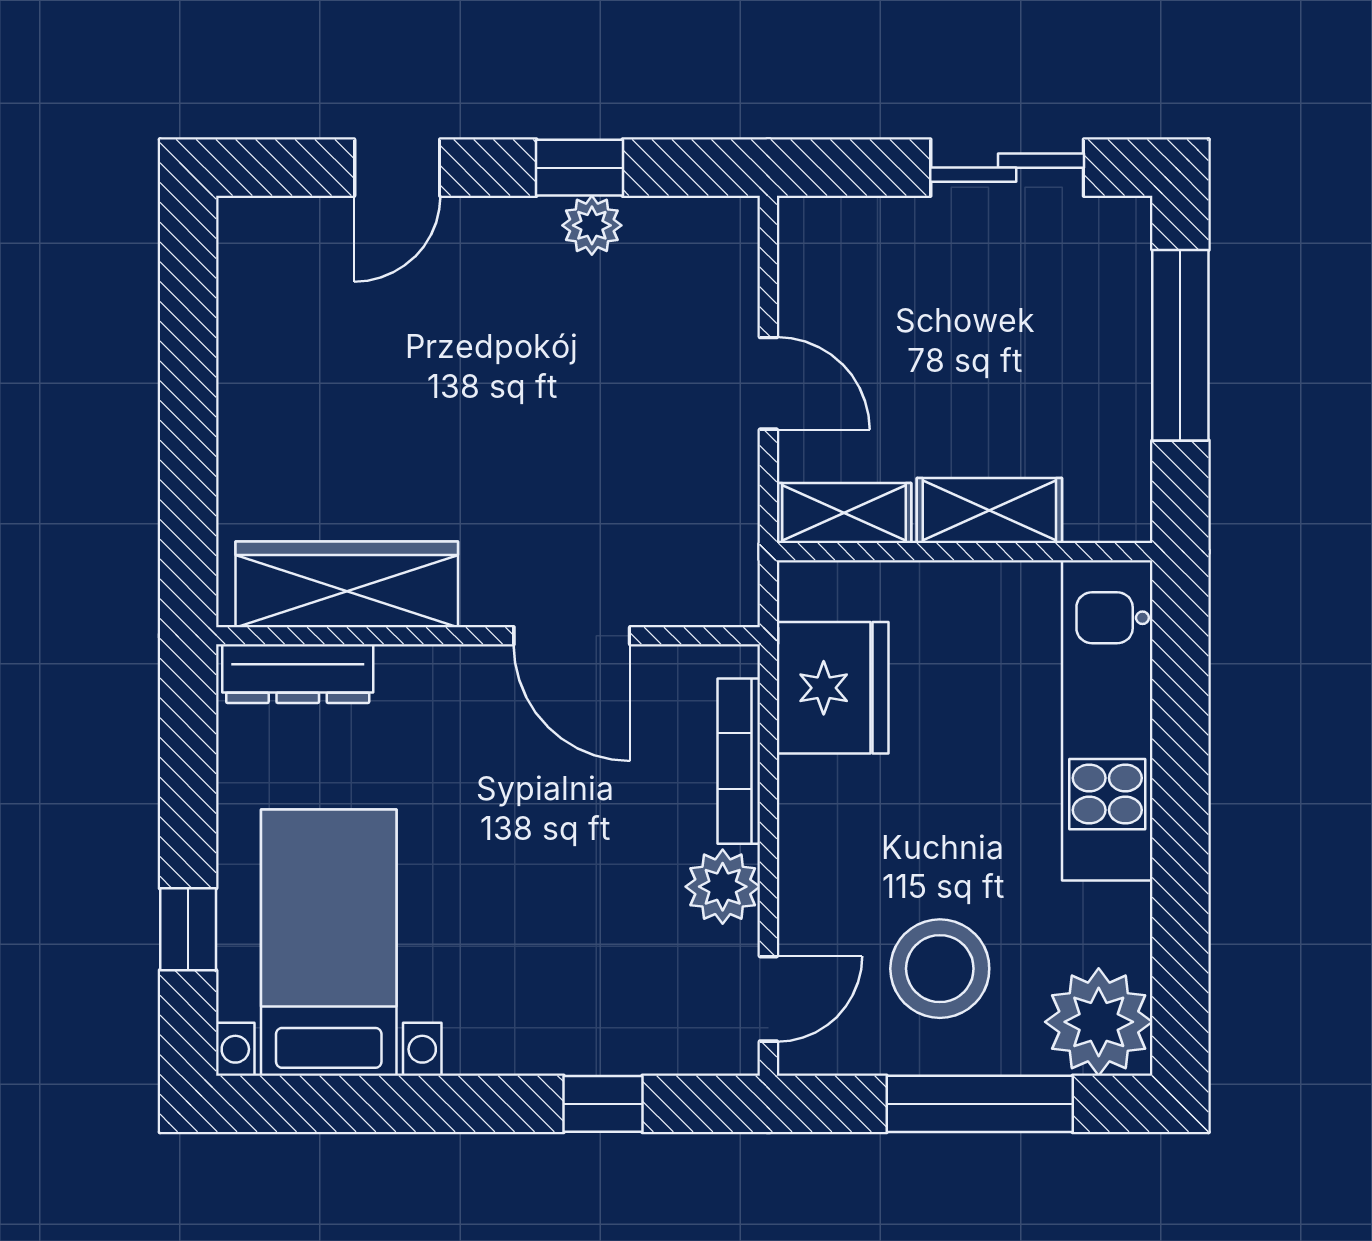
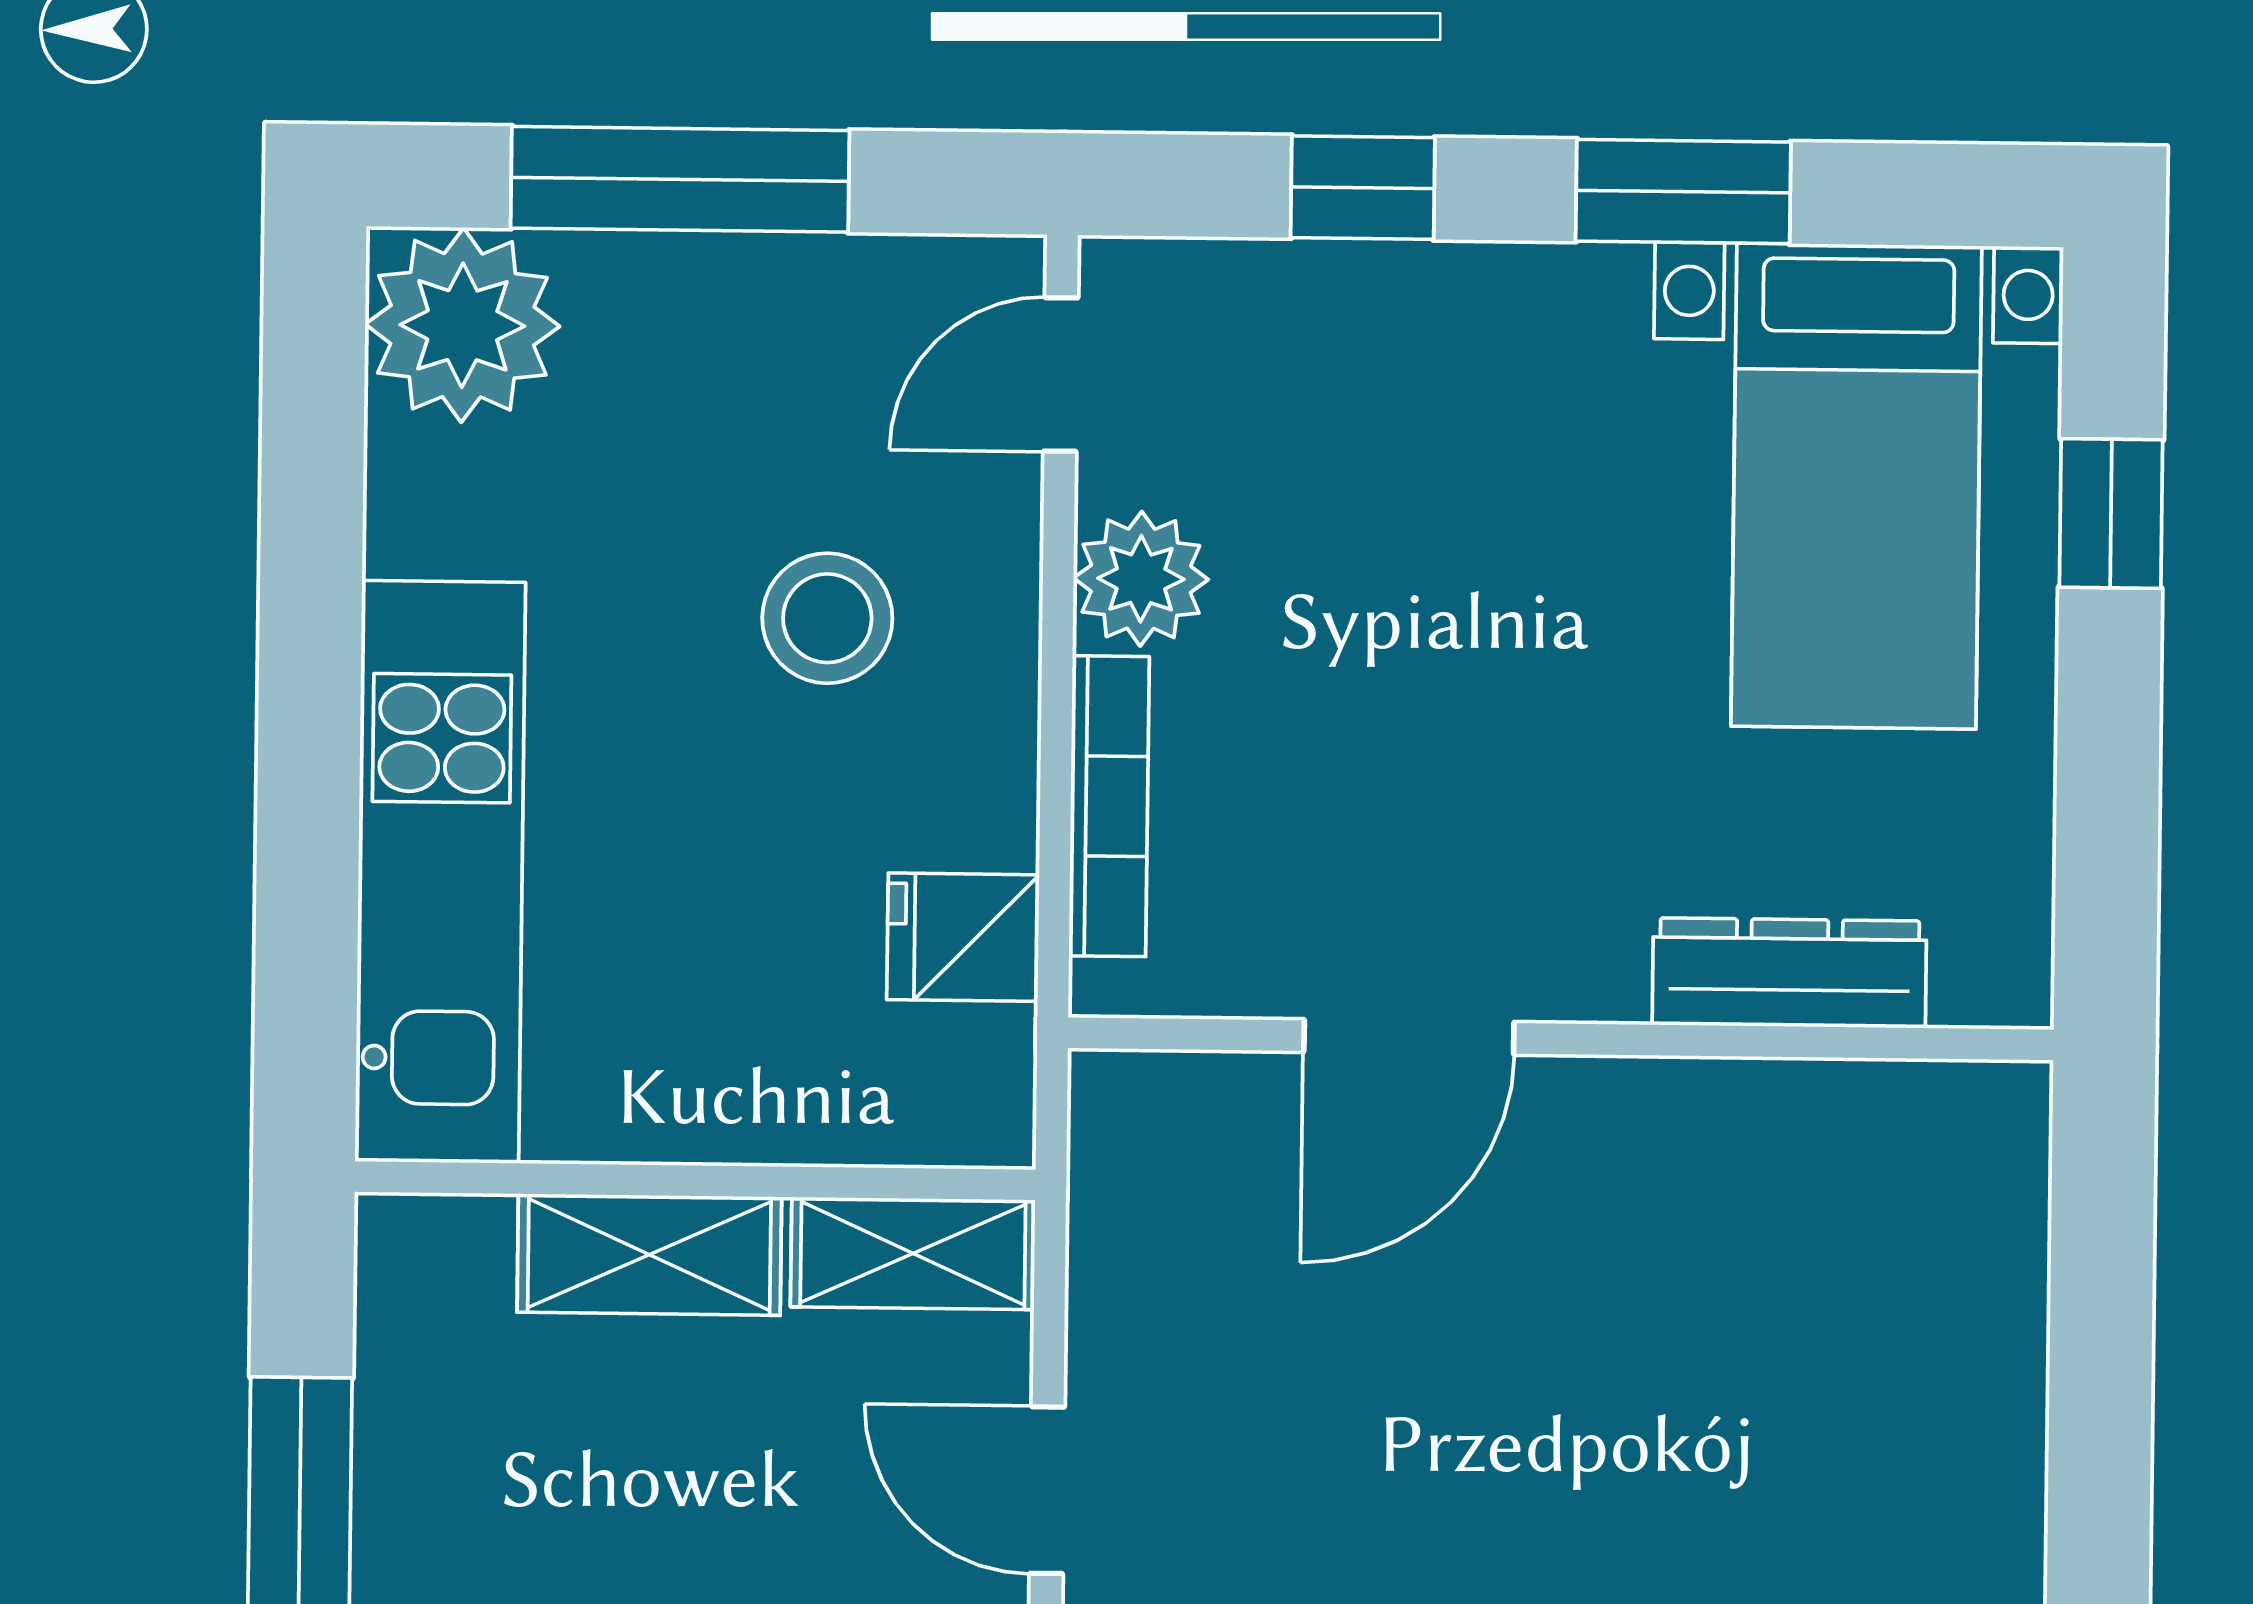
wardrobe: (347, 584) -> (1816, 1135), removed
door: (572, 636) -> (1409, 1037), swing flipped
dresser: (298, 674) -> (1789, 973), moved
fridge: (833, 688) -> (963, 937), width x0.53, depth x0.75
stool: (940, 969) -> (827, 618), moved, width x0.73, depth x0.73
window: (426, 1104) -> (1683, 192), added

